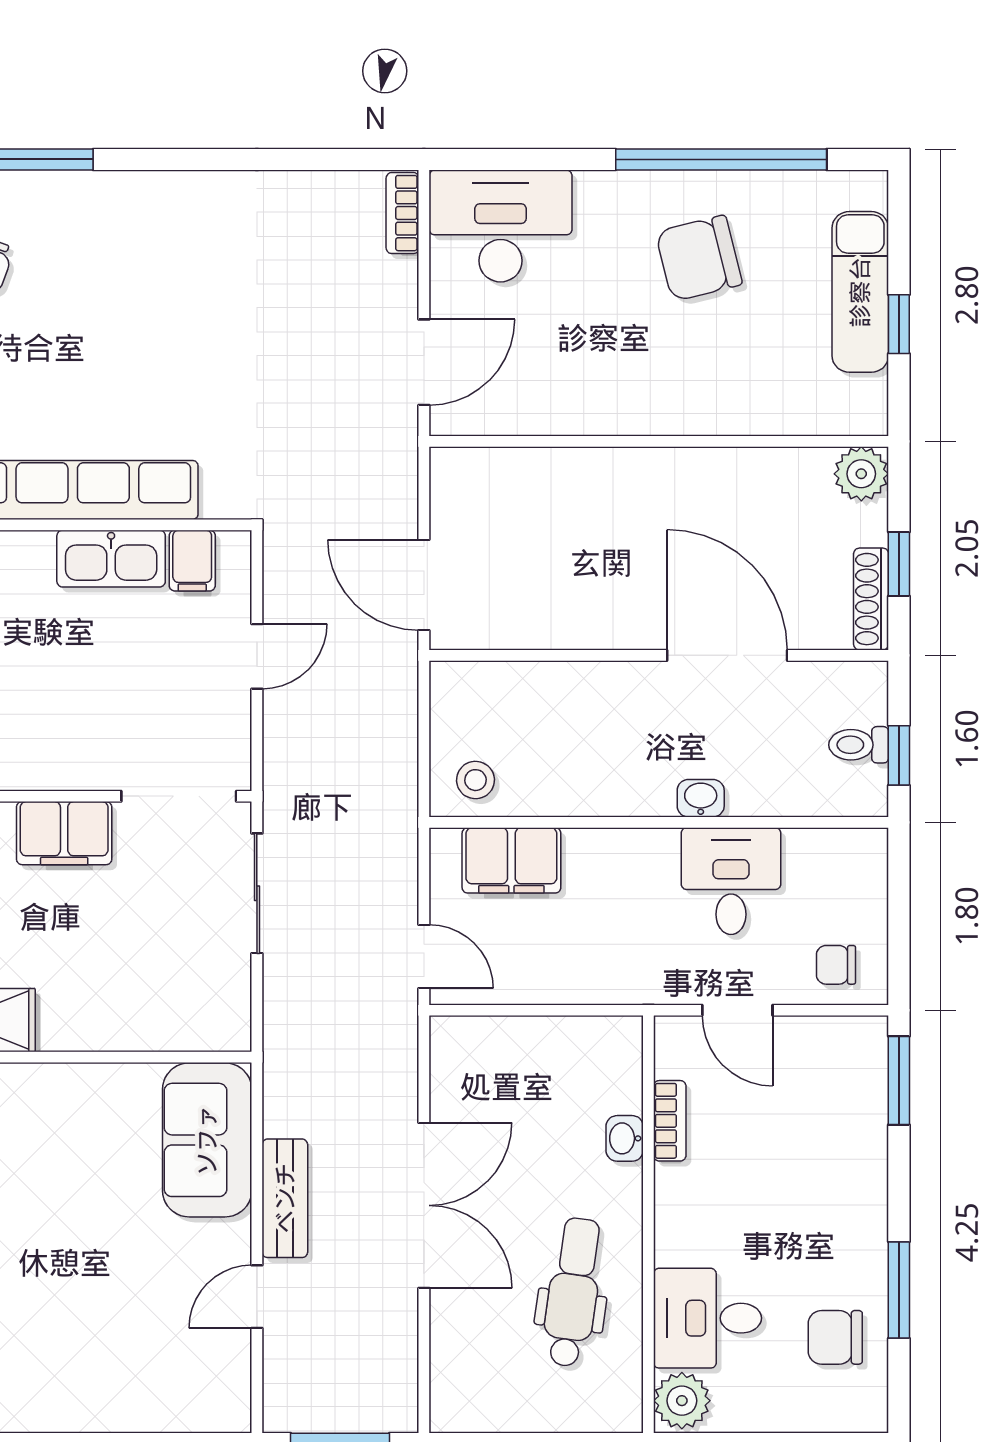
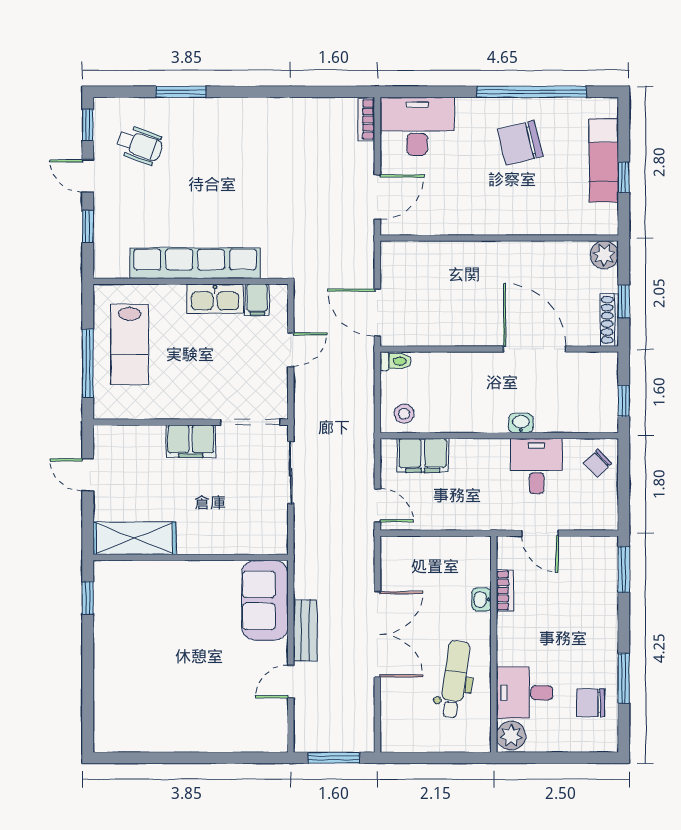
toilet: (859, 745) -> (396, 361), moved, turned 180
chair: (836, 965) -> (598, 463), moved, turned -45

